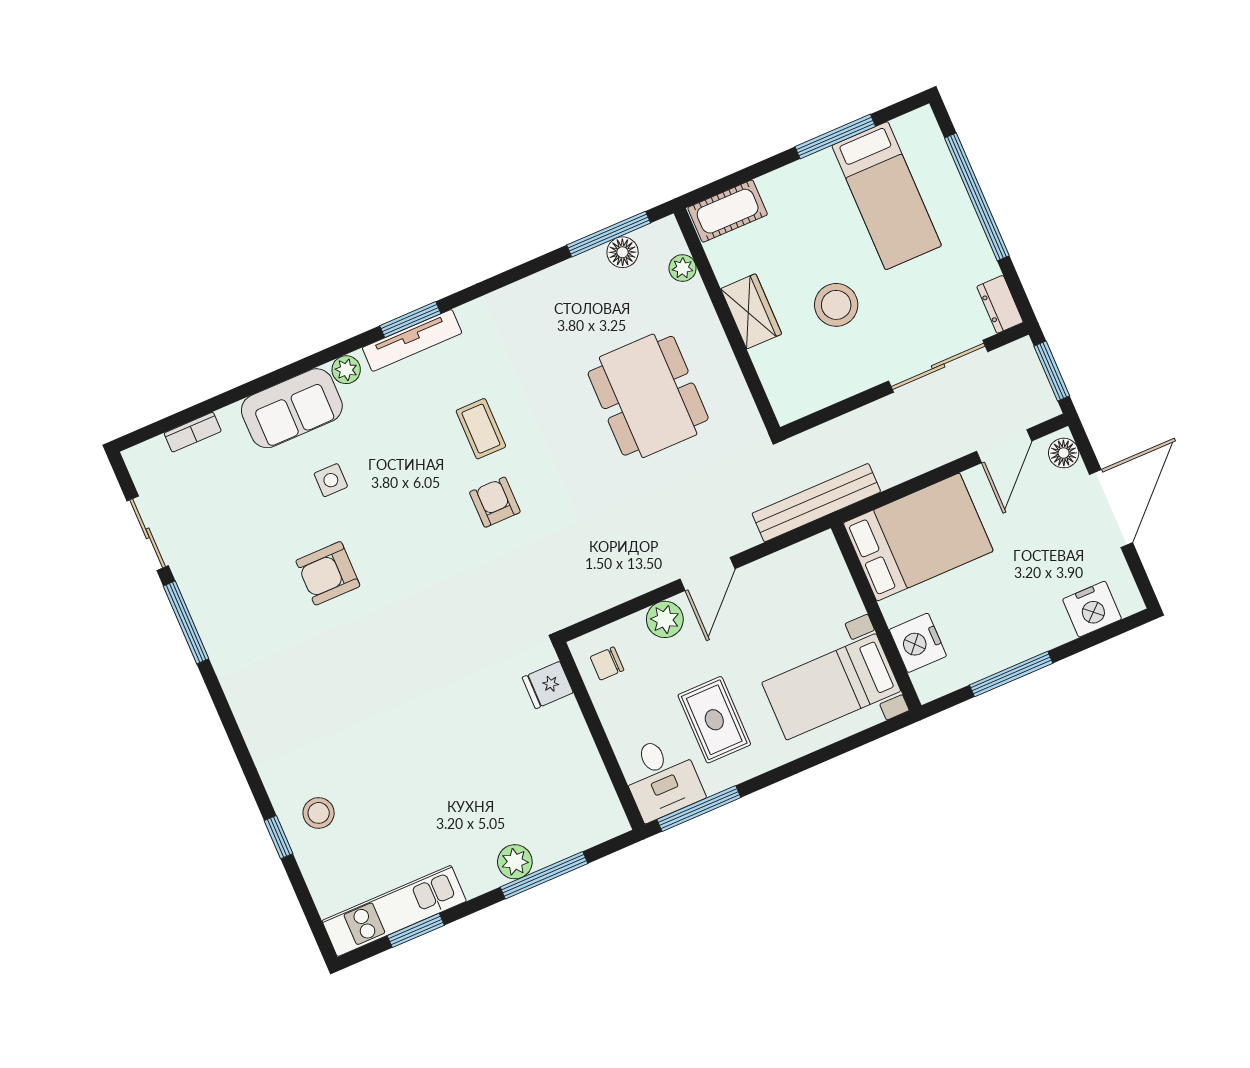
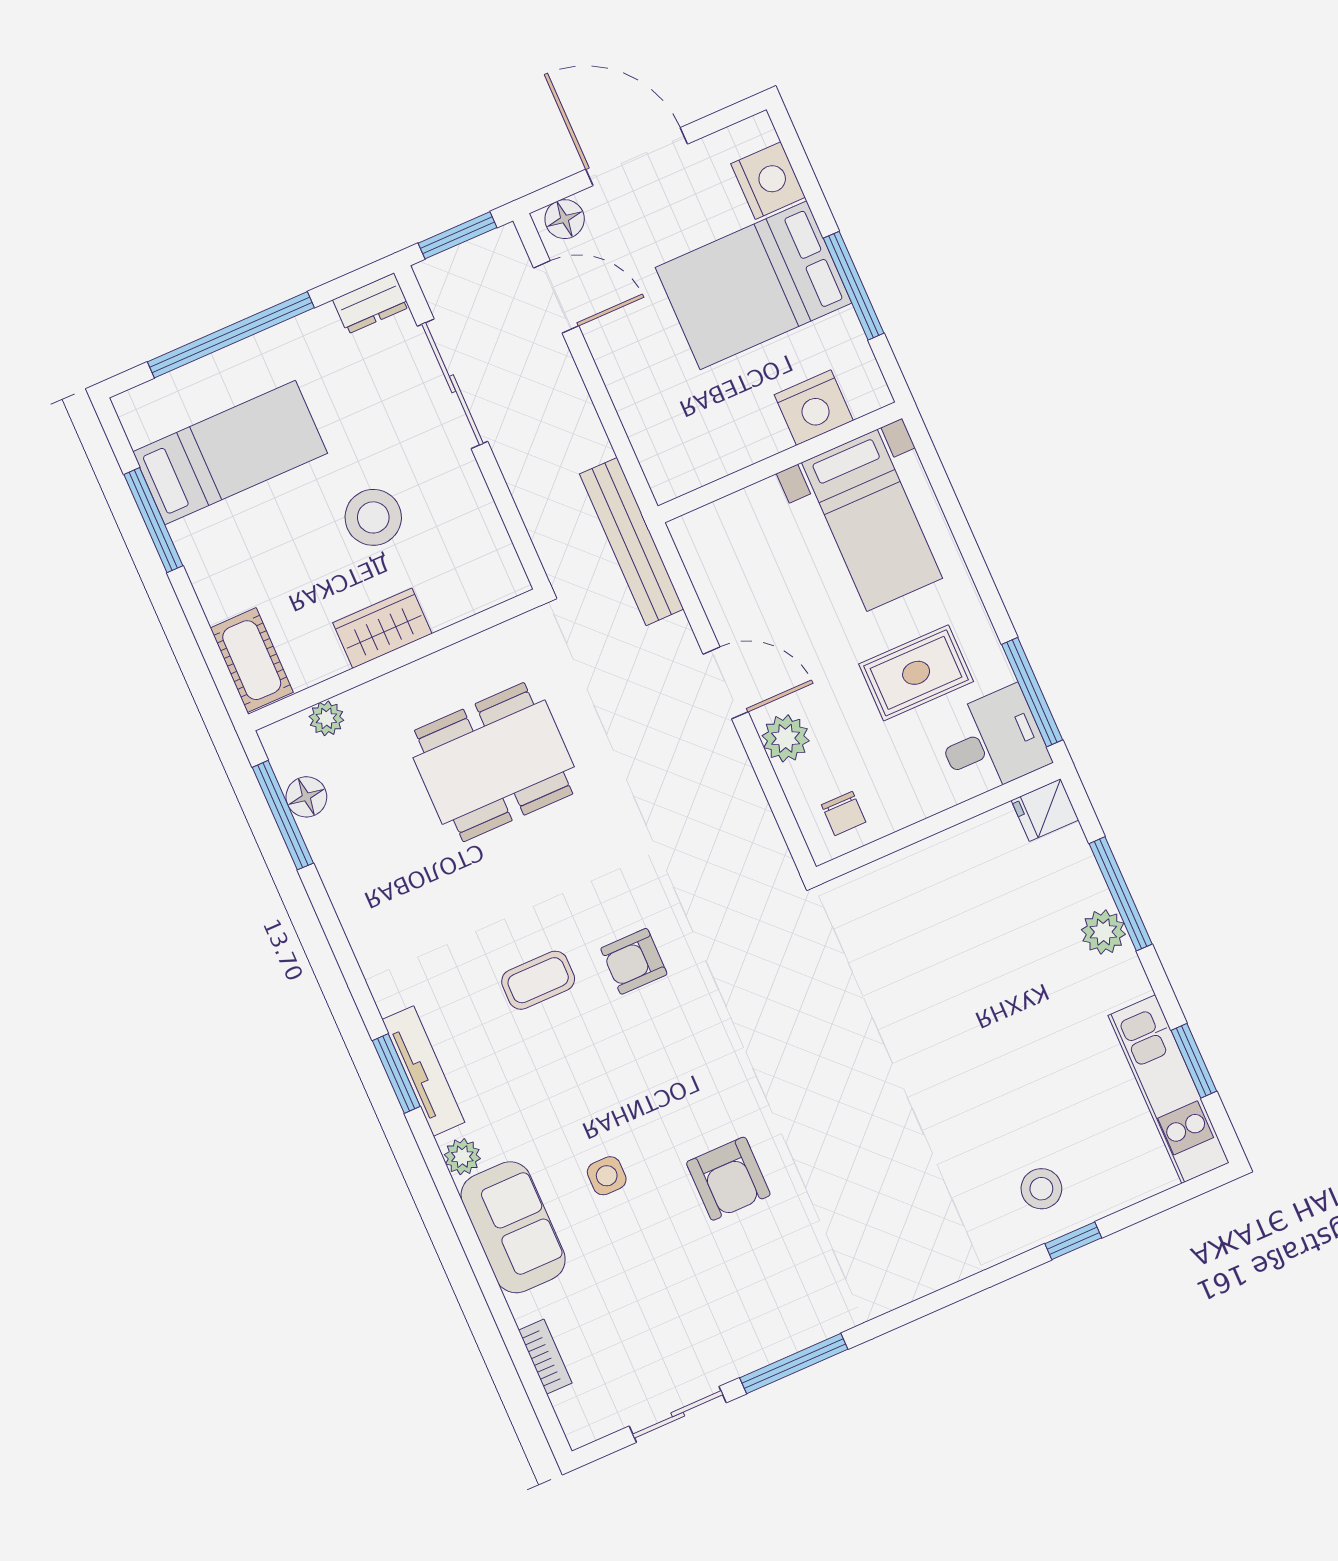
bed: (918, 537) -> (753, 285), moved, turned -90
fridge: (548, 685) -> (1045, 810), moved, turned 90

